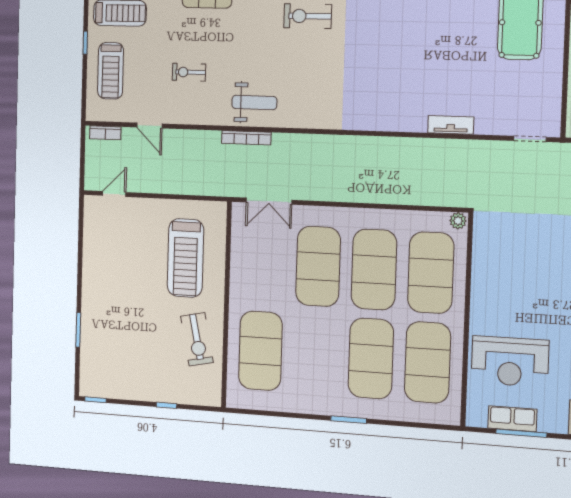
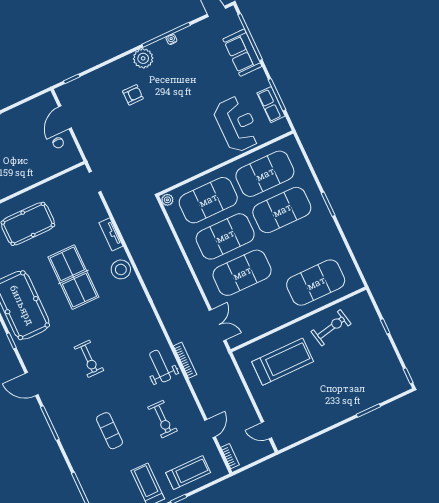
table tennis table: (421, 48) -> (73, 277), added
exercise bike: (189, 72) -> (163, 419), width x1.38, depth x1.39
stool: (399, 115) -> (121, 269), added

